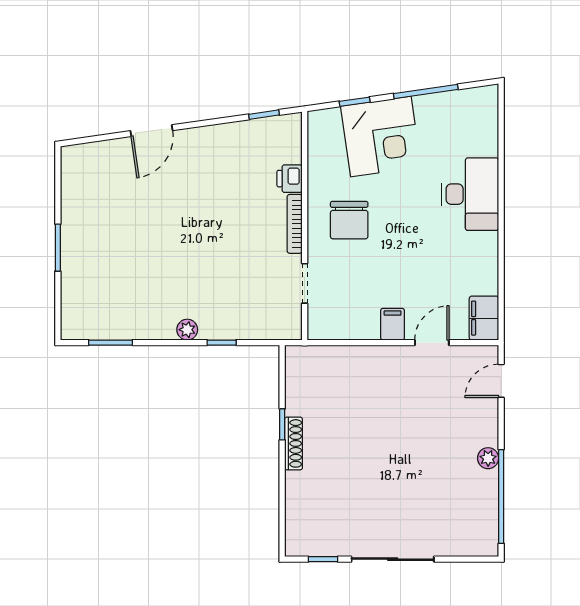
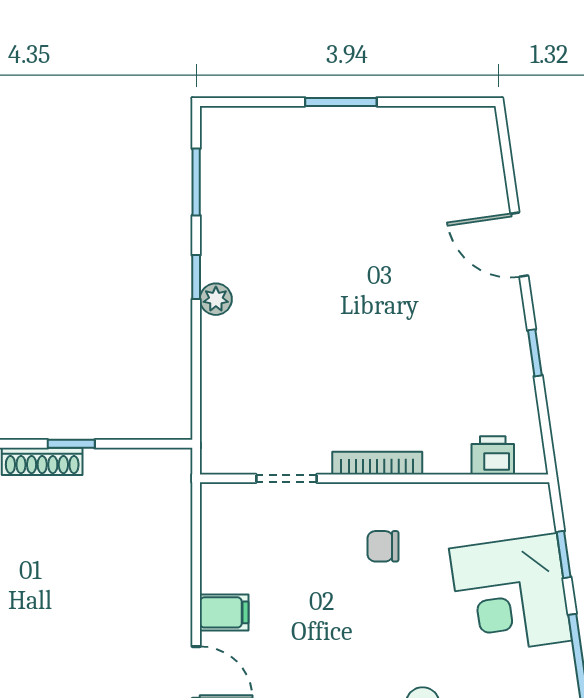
window: (264, 115) -> (535, 353), moved
printer: (290, 179) -> (493, 455), moved
chair: (349, 220) -> (383, 546), width x0.54, depth x0.54
window: (222, 343) -> (196, 277), moved

